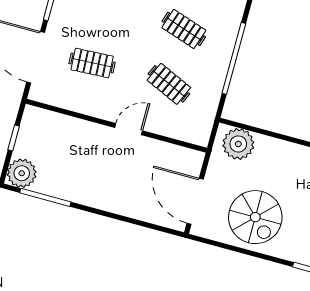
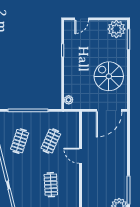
plant: (238, 144) -> (69, 100), width x0.53, depth x0.53
spiral stairs: (255, 217) -> (109, 76), turned -90

